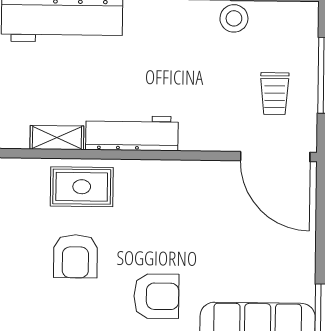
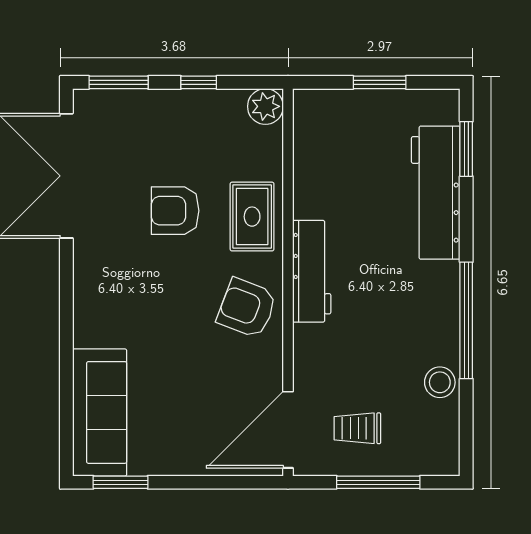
shelving: (57, 138) -> (306, 189), removed
armchair: (156, 296) -> (247, 308), moved, turned 111

